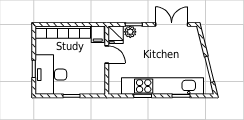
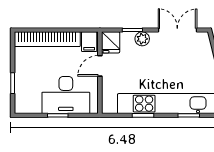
plant: (130, 32) -> (142, 39), moved
door: (107, 54) -> (100, 66), swing flipped
desk: (51, 75) -> (66, 95), moved, turned -90

